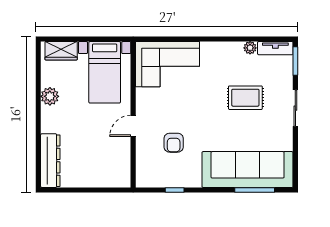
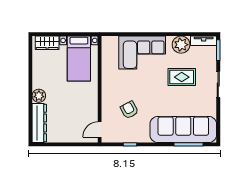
plant: (250, 48) -> (181, 45), width x1.88, depth x1.88
corner sofa: (167, 64) -> (142, 53), moved
plant: (50, 96) -> (39, 96), moved
door: (133, 126) -> (100, 130), moved
armchair: (174, 143) -> (129, 110), turned 152

